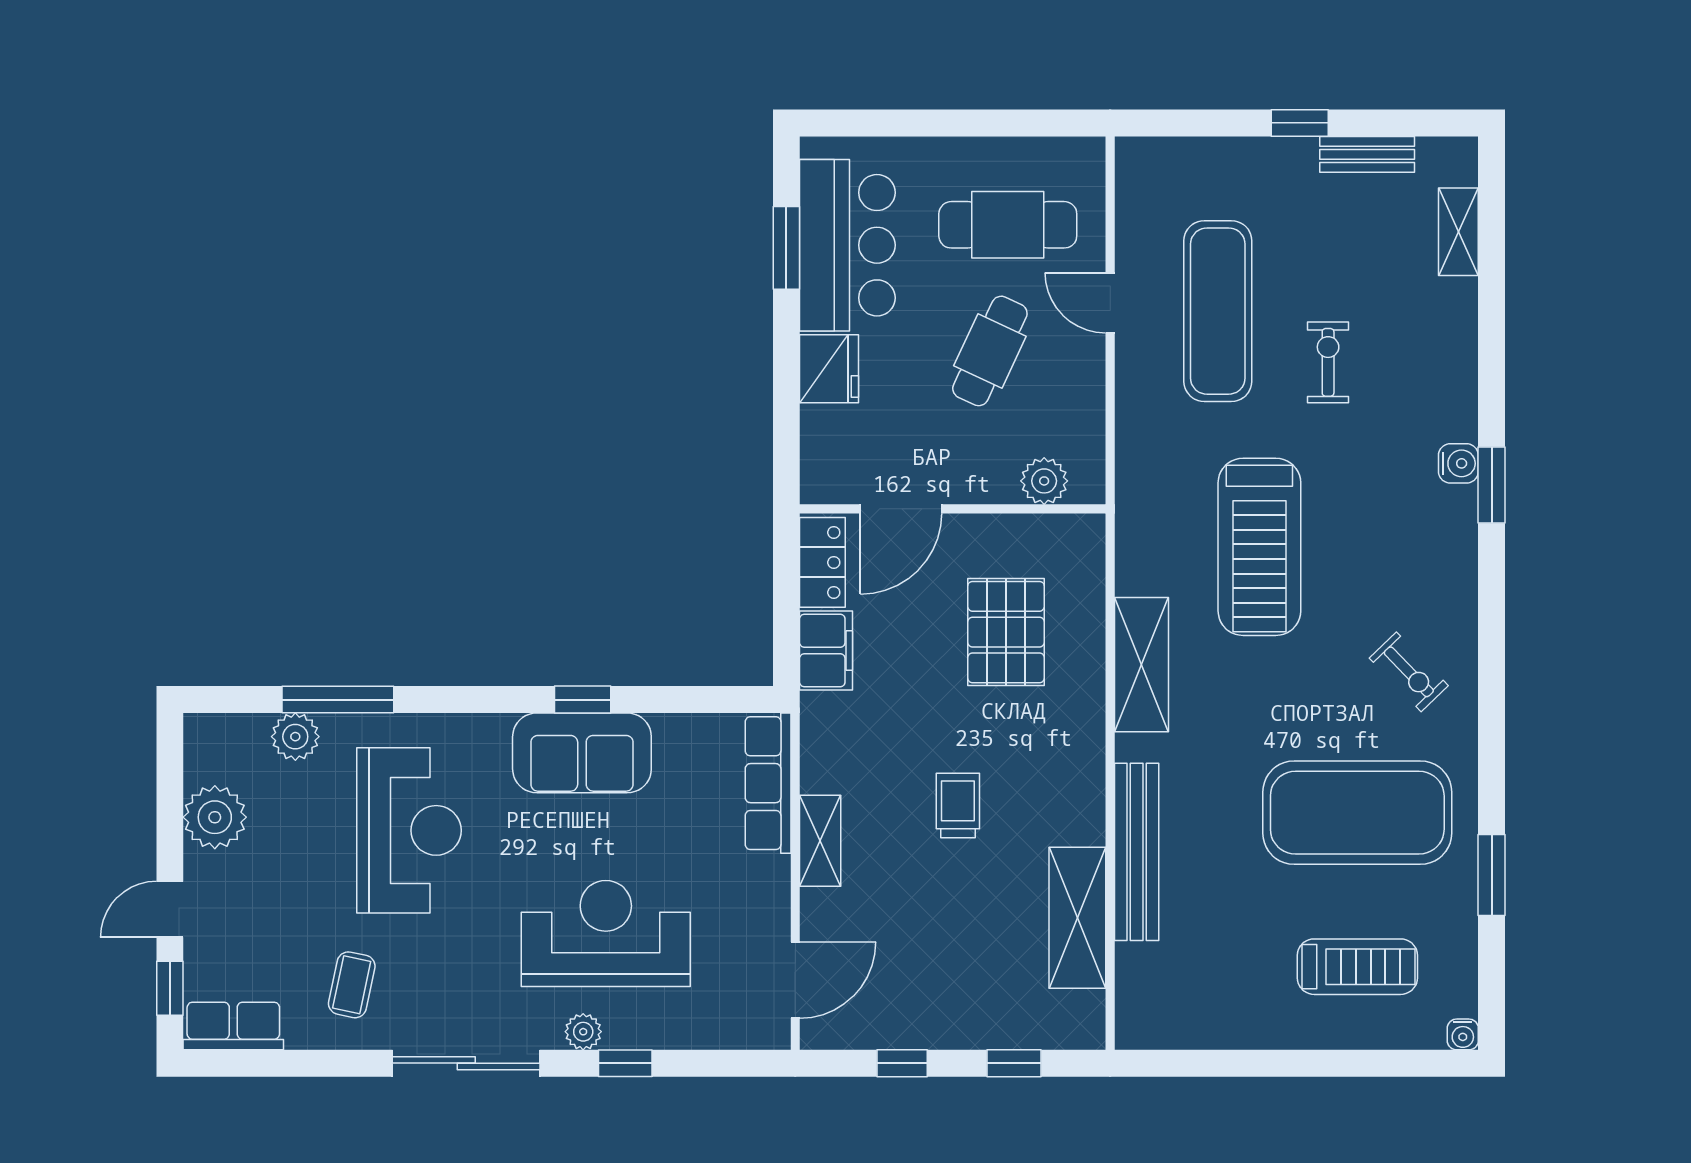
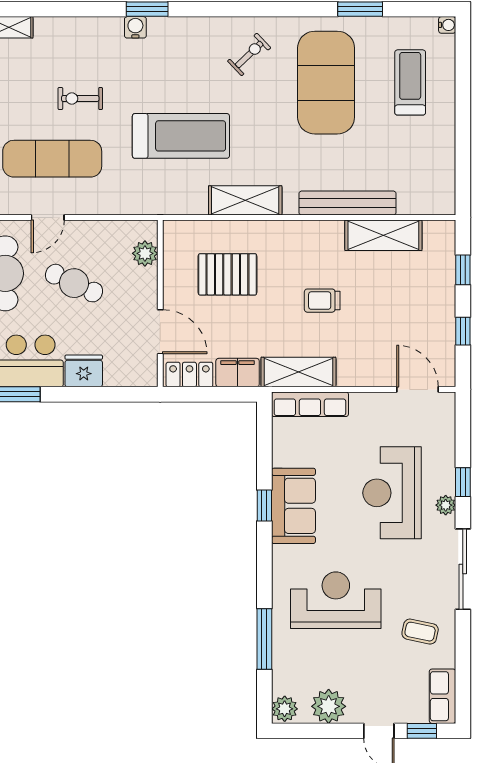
plant: (295, 737) -> (285, 709), moved
shelving: (820, 841) -> (298, 372), moved, width x1.50, depth x1.33

